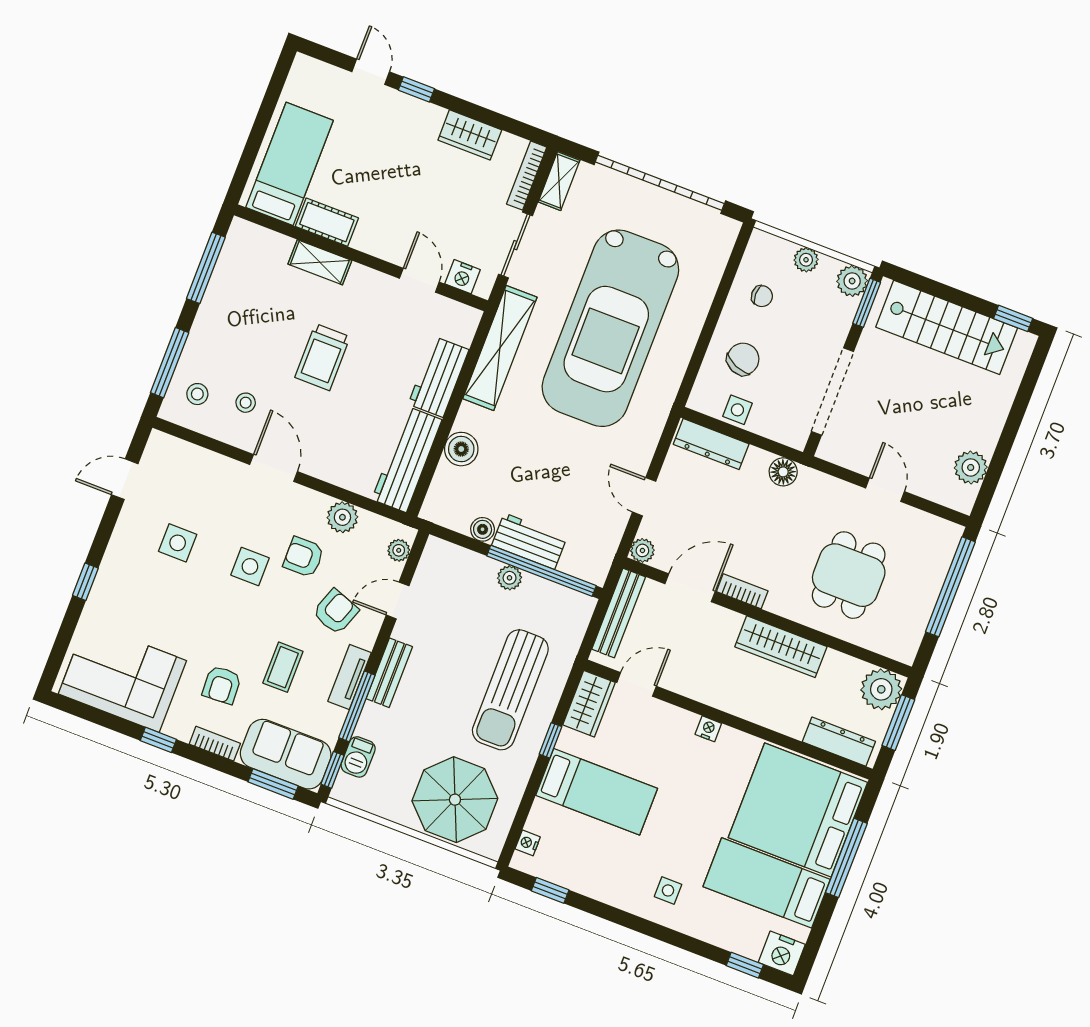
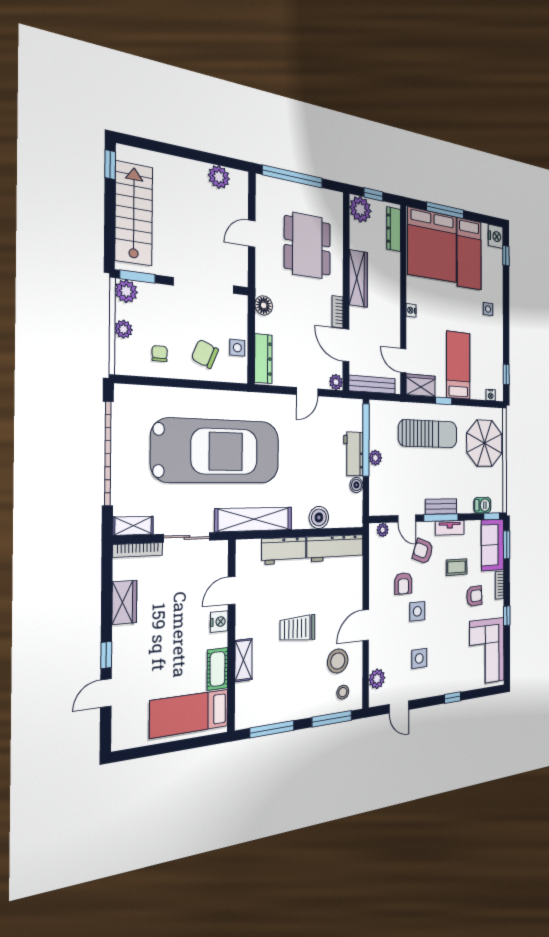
nightstand: (463, 277) -> (219, 622), moved
trolley: (322, 357) -> (298, 629), turned 180
stool: (246, 403) -> (338, 661), width x1.89, depth x1.89
plant: (342, 517) -> (377, 679), moved
dining table: (849, 575) -> (307, 246), width x1.38
window: (357, 706) -> (441, 518), moved
window: (898, 723) -> (374, 194), width x0.67

